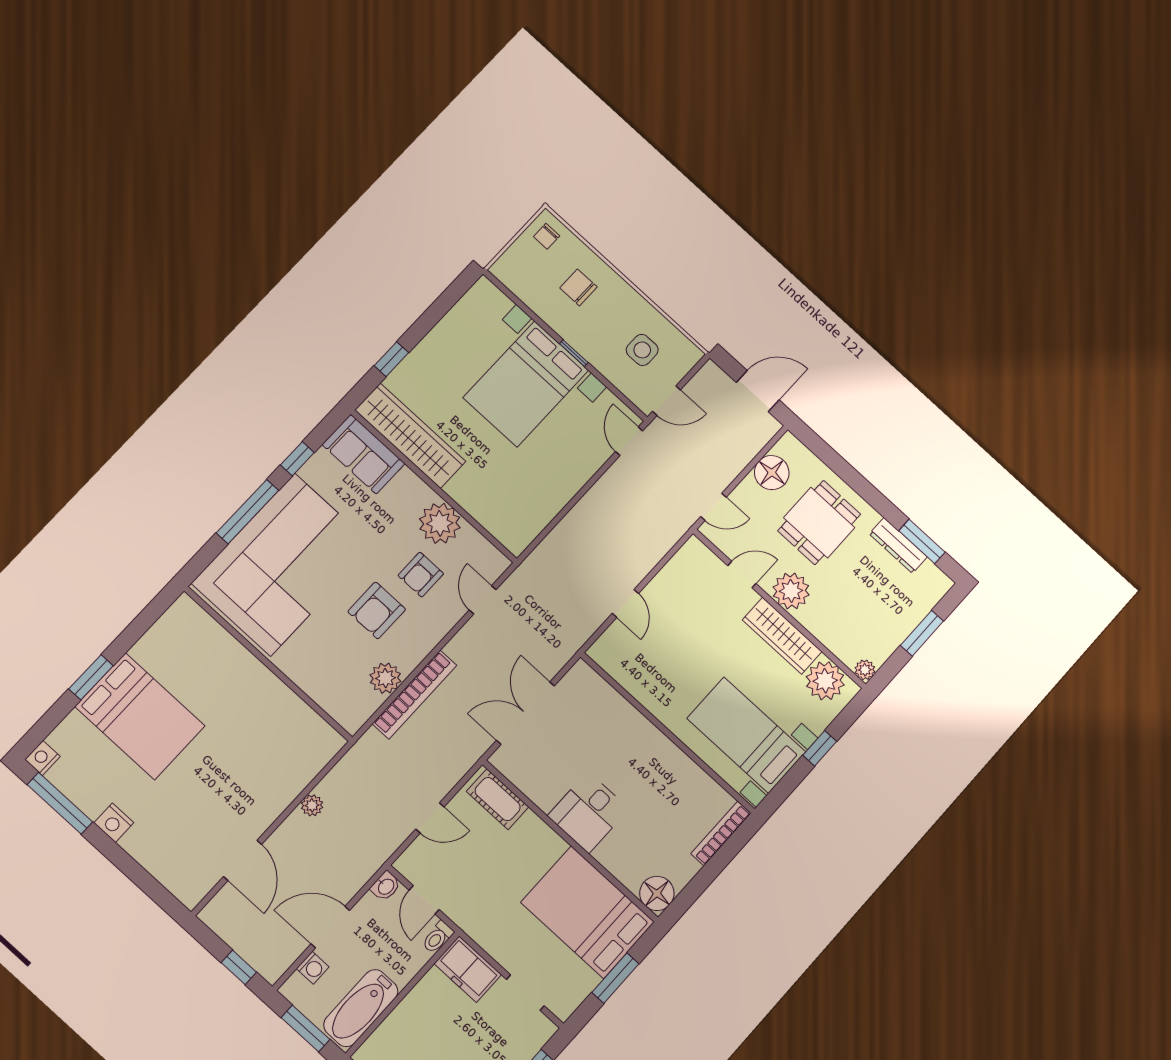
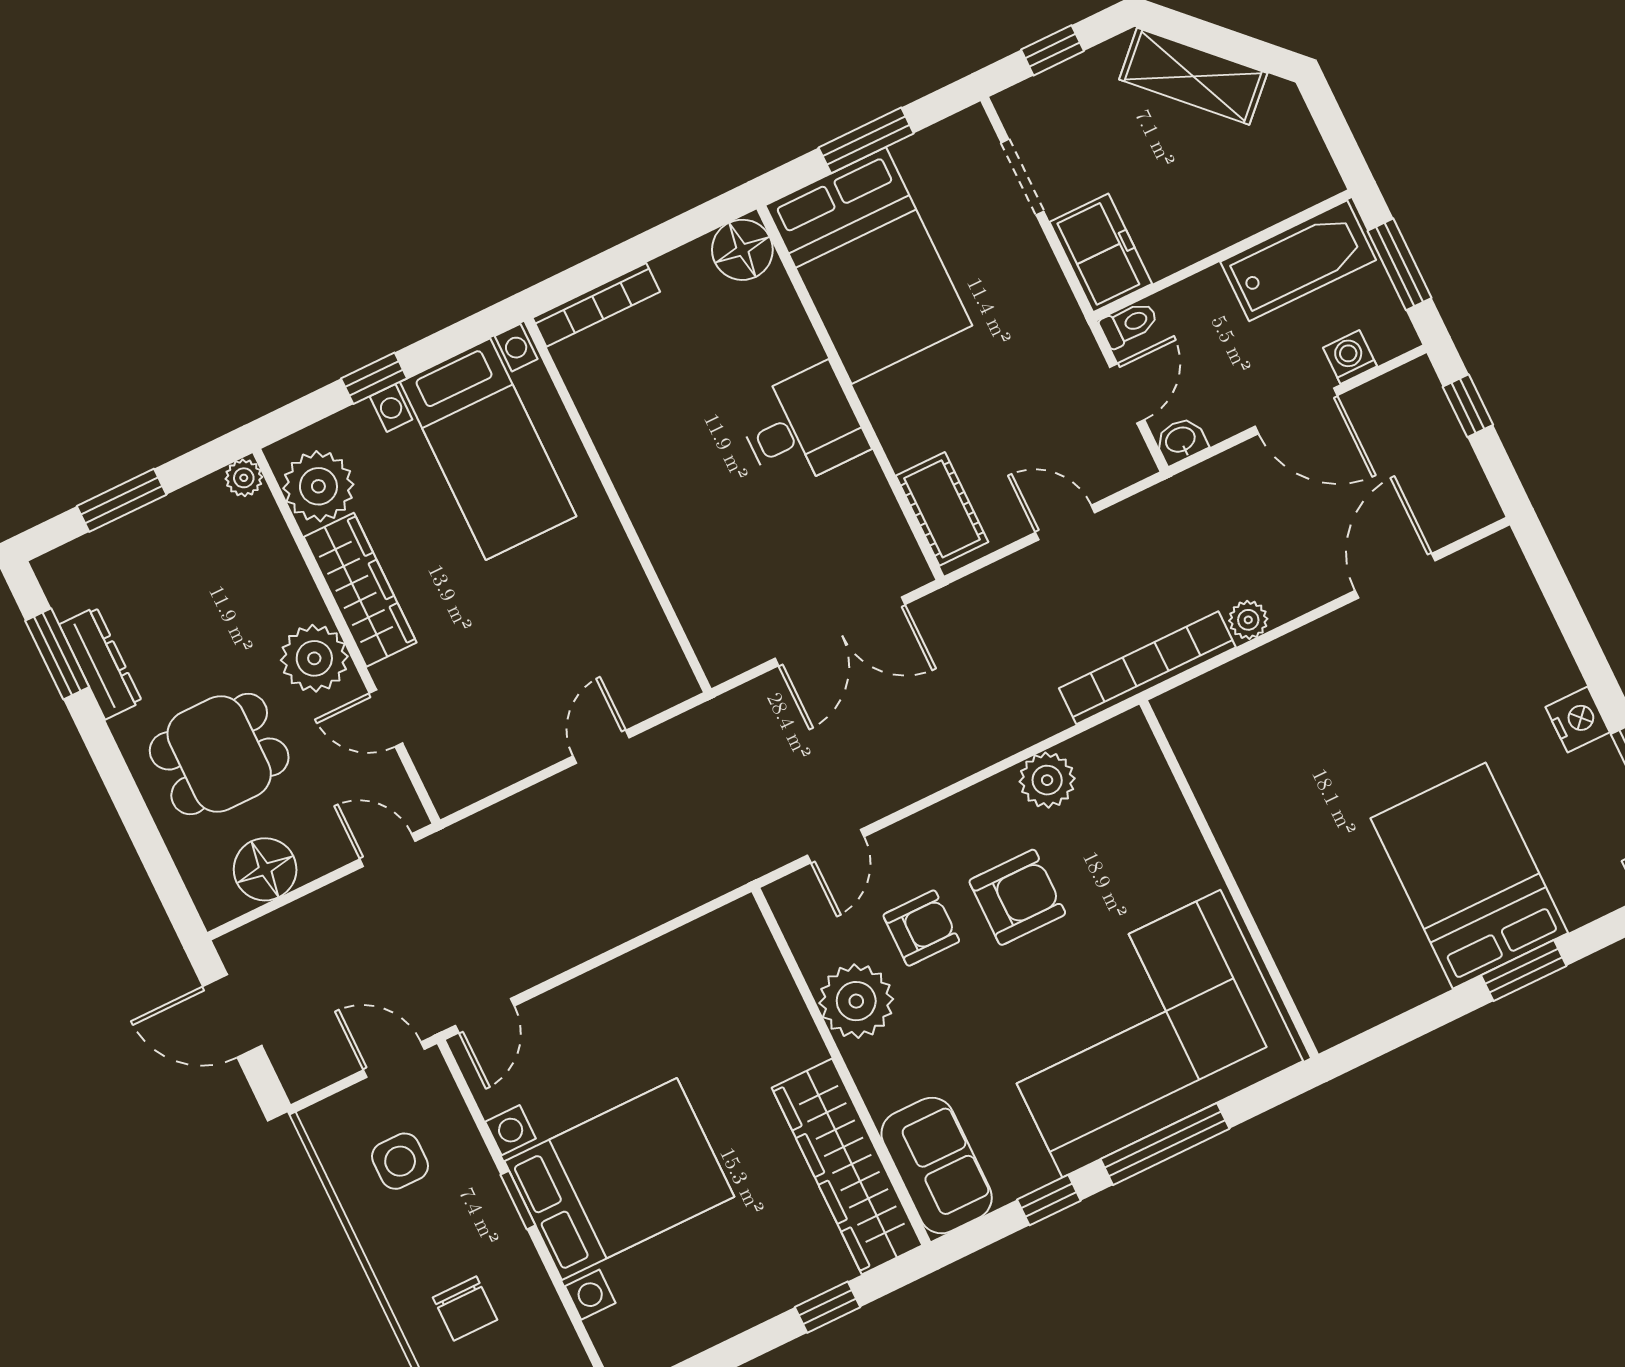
bookcase: (415, 695) -> (1147, 668), moved

